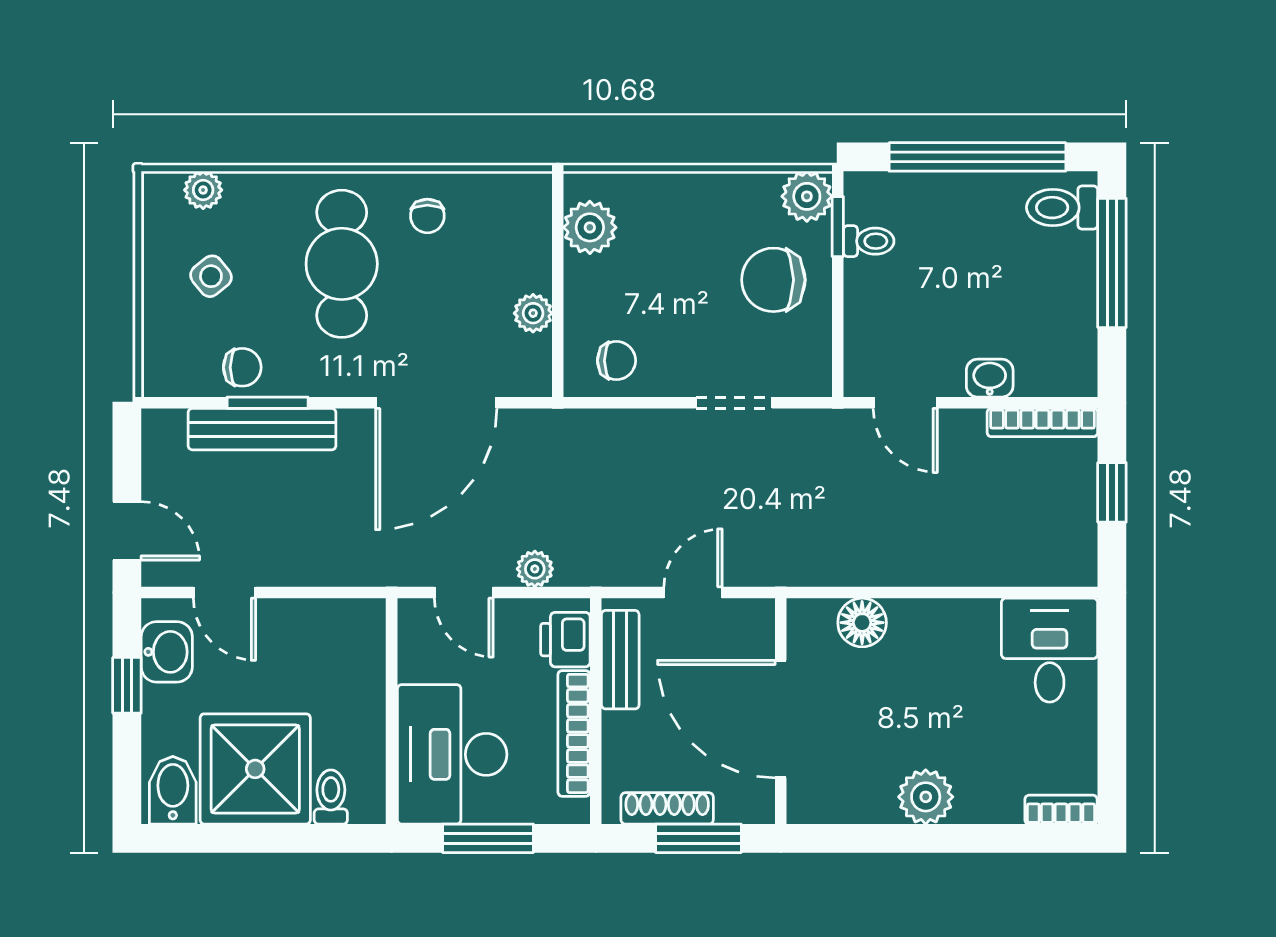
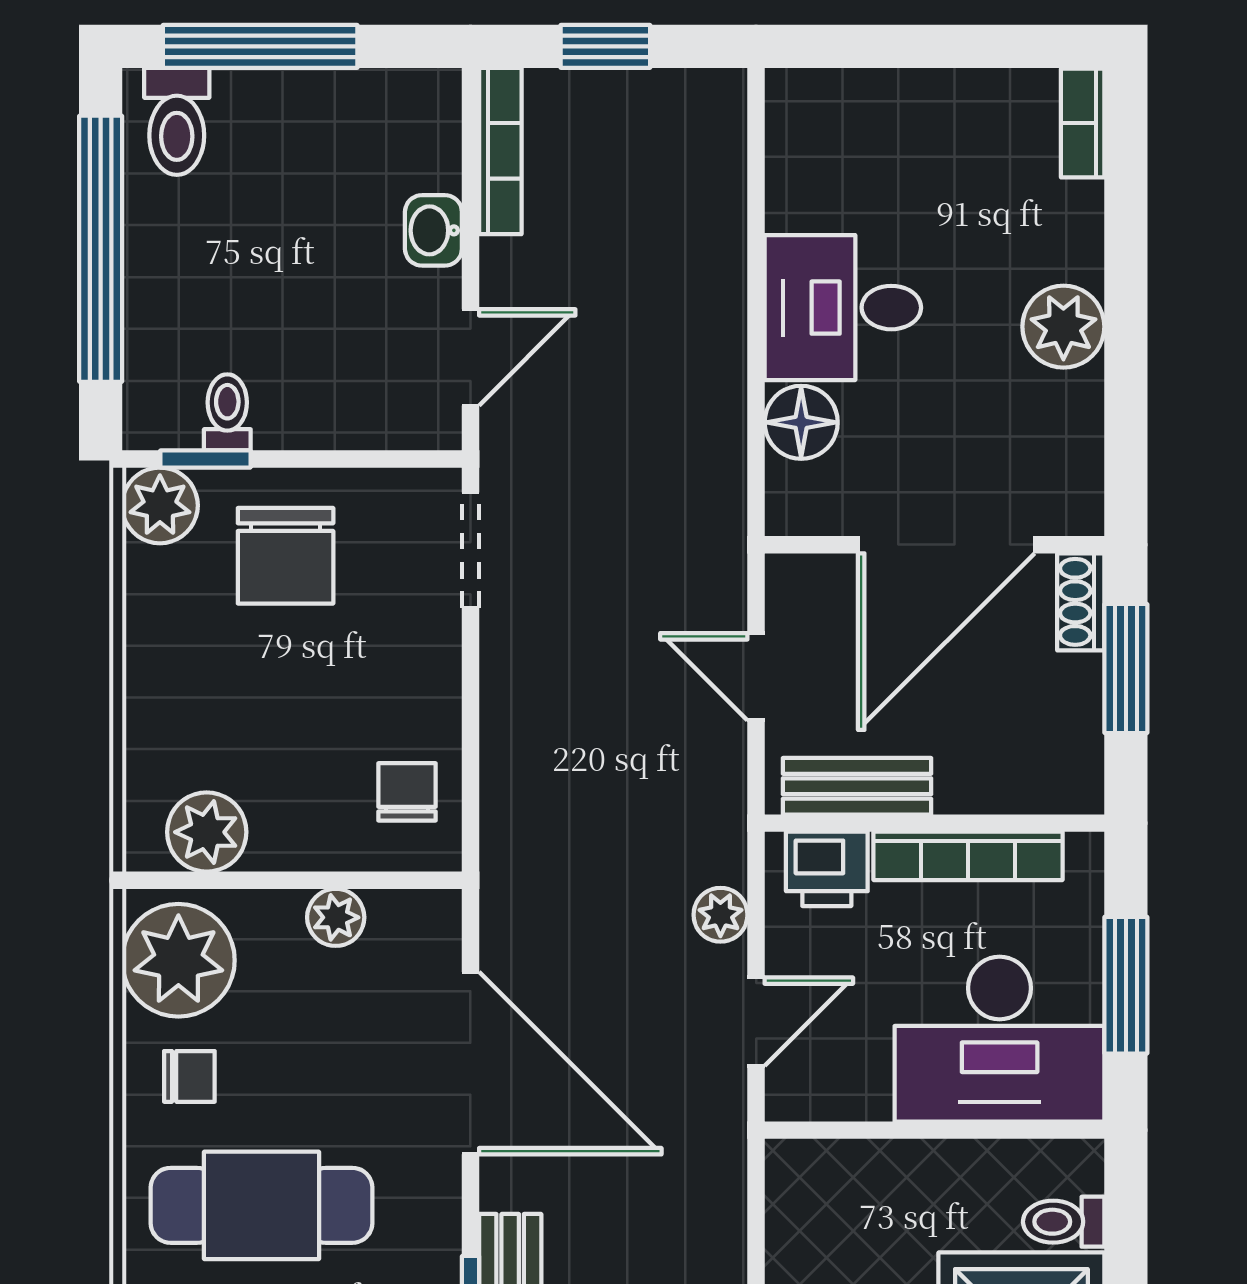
plant: (505, 209) -> (178, 960), added
doorway: (734, 403) -> (470, 550), moved
desk: (1050, 650) -> (843, 308), moved
shoe rack: (667, 808) -> (1081, 602), moved, width x0.70

